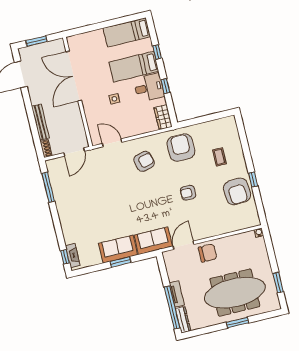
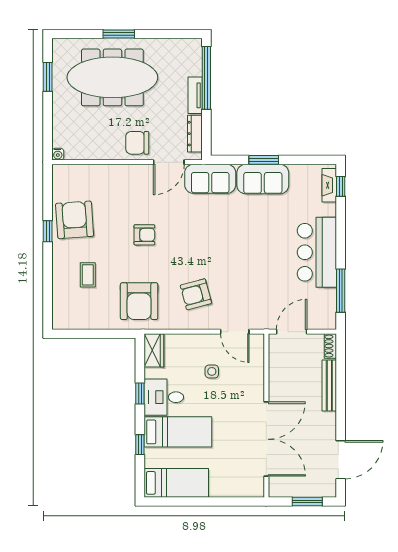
side table: (114, 99) -> (212, 371), moved
bar counter: (70, 209) -> (317, 252), added
dresser: (183, 320) -> (195, 134), moved

